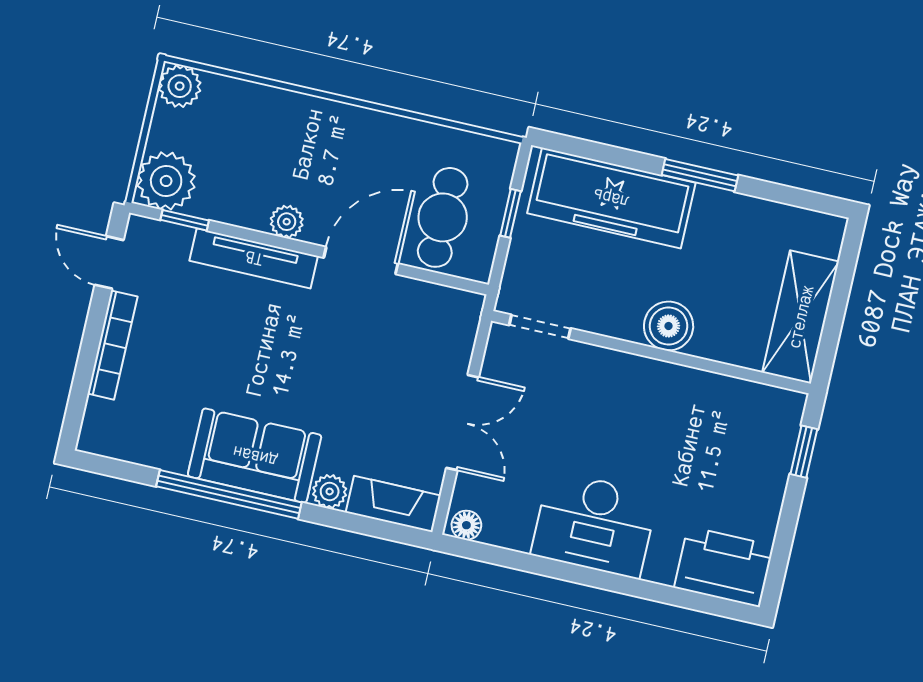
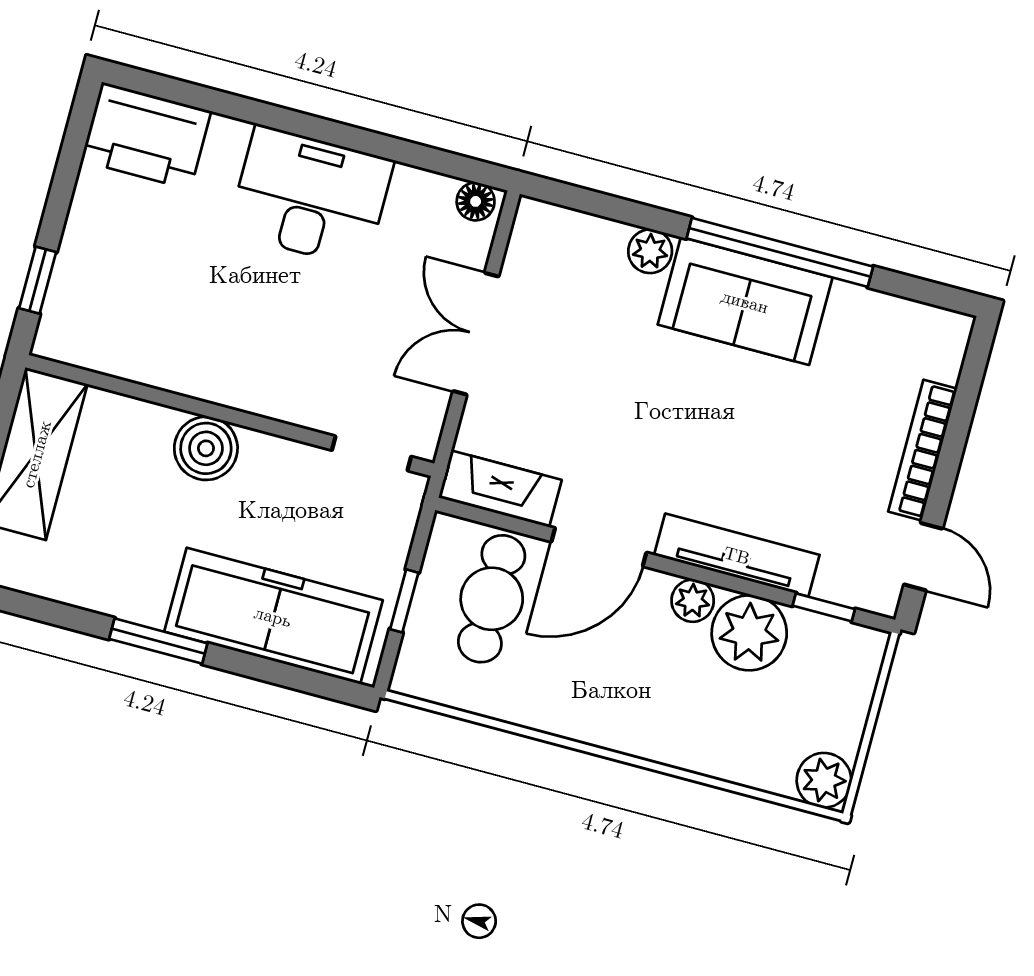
plant: (166, 181) -> (749, 633), moved
fireplace: (393, 504) -> (500, 489), moved, turned 180

